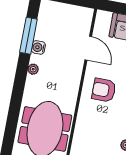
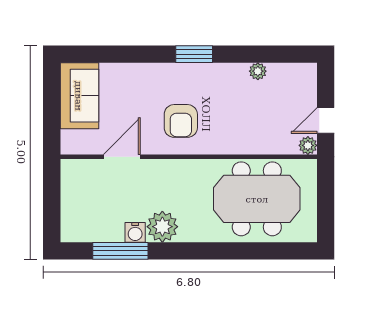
plant: (33, 69) -> (162, 227), width x1.87, depth x1.87

